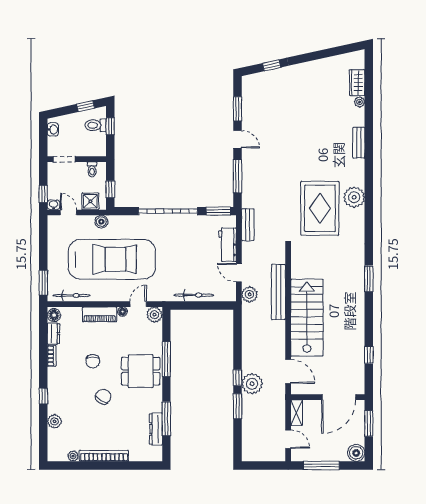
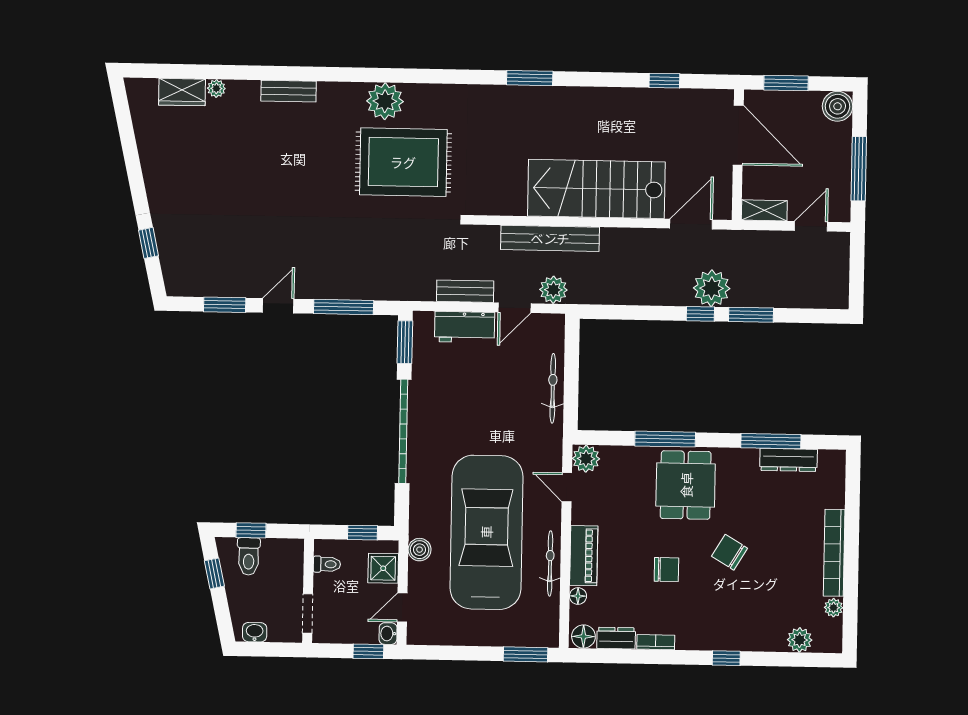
bench: (248, 225) -> (465, 291), moved
bicycle: (72, 295) -> (550, 563), moved
floor lamp: (122, 312) -> (578, 596), moved
plant: (54, 421) -> (800, 640), moved

